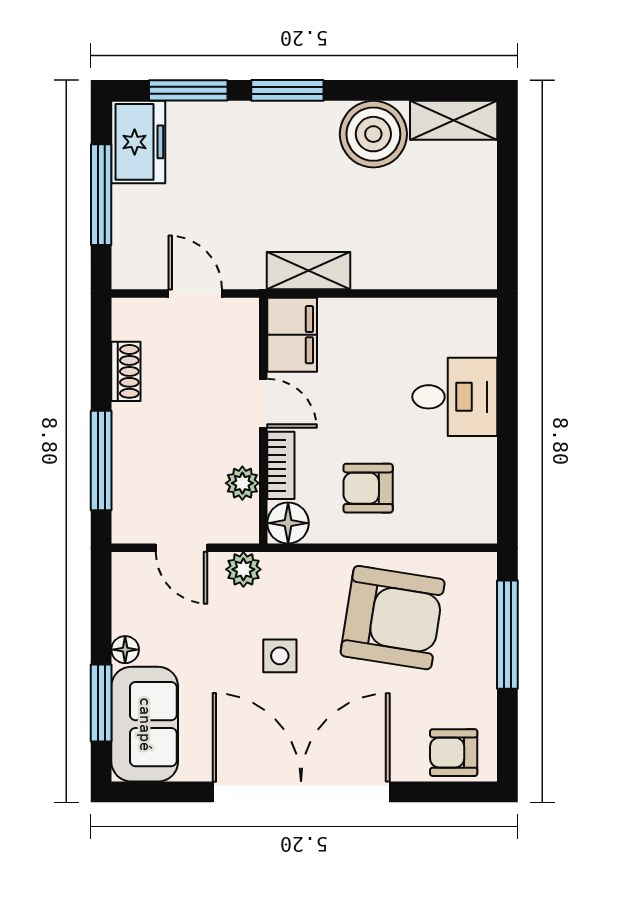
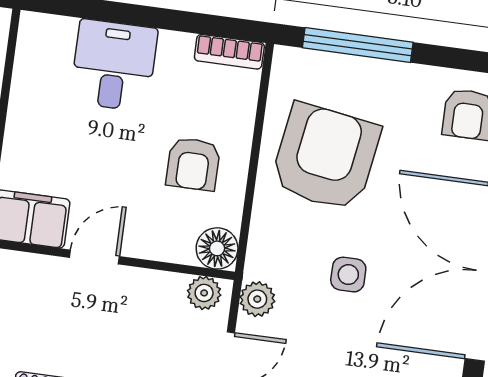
bookcase: (281, 465) -> (229, 52), moved, turned 180
plant: (242, 483) -> (204, 293), moved

